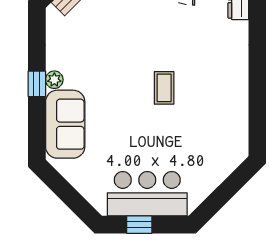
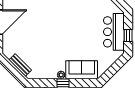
coffee table: (164, 88) -> (65, 24), removed

